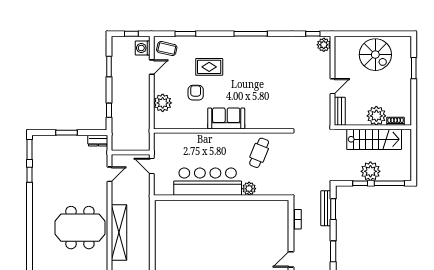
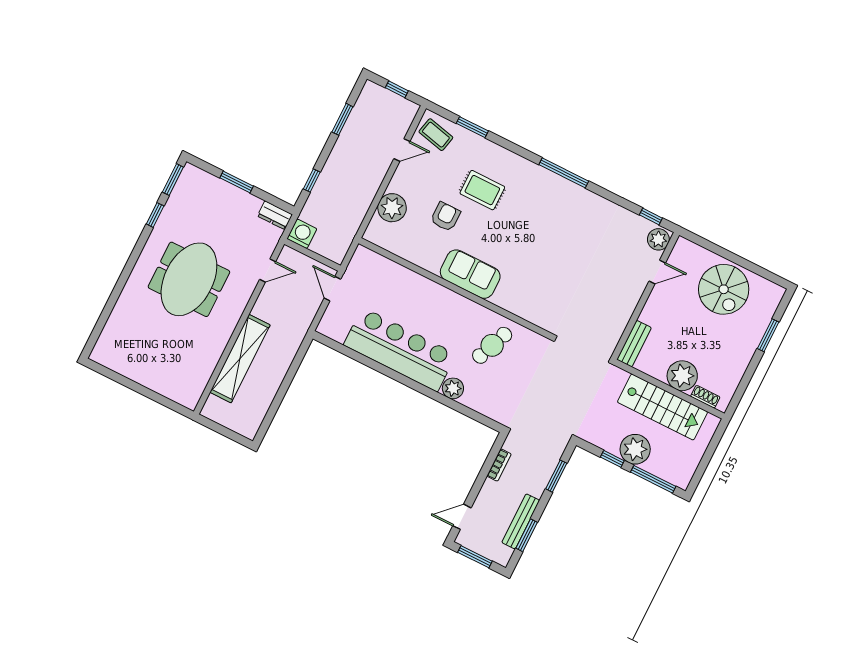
washing machine: (143, 48) -> (302, 234), moved, turned 90
door: (332, 86) -> (657, 272), moved
bench: (326, 208) -> (521, 521), moved
meeting table: (80, 228) -> (189, 279), moved, turned 90

